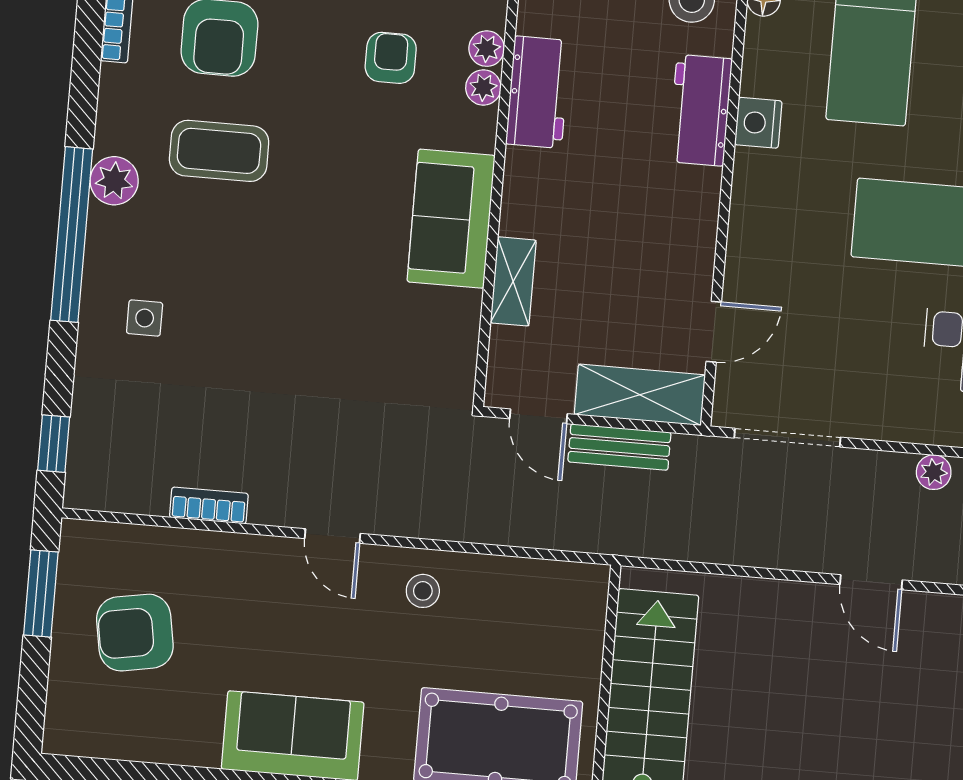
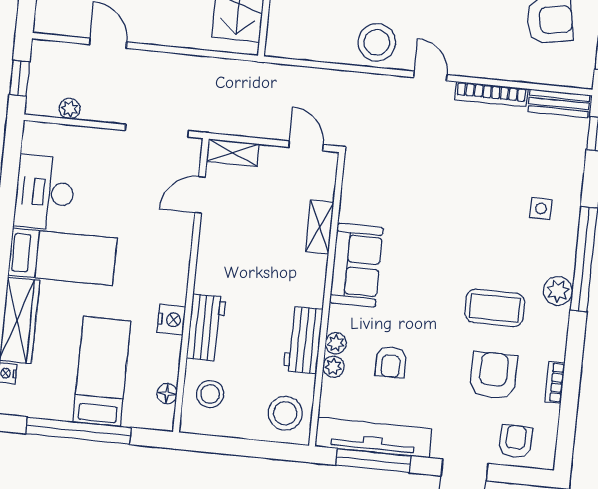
shelving: (640, 395) -> (233, 153), width x0.67, depth x0.75
bench: (619, 447) -> (559, 103), moved
bookcase: (209, 505) -> (491, 94), width x1.56
stool: (423, 591) -> (377, 42), width x1.89, depth x1.89

